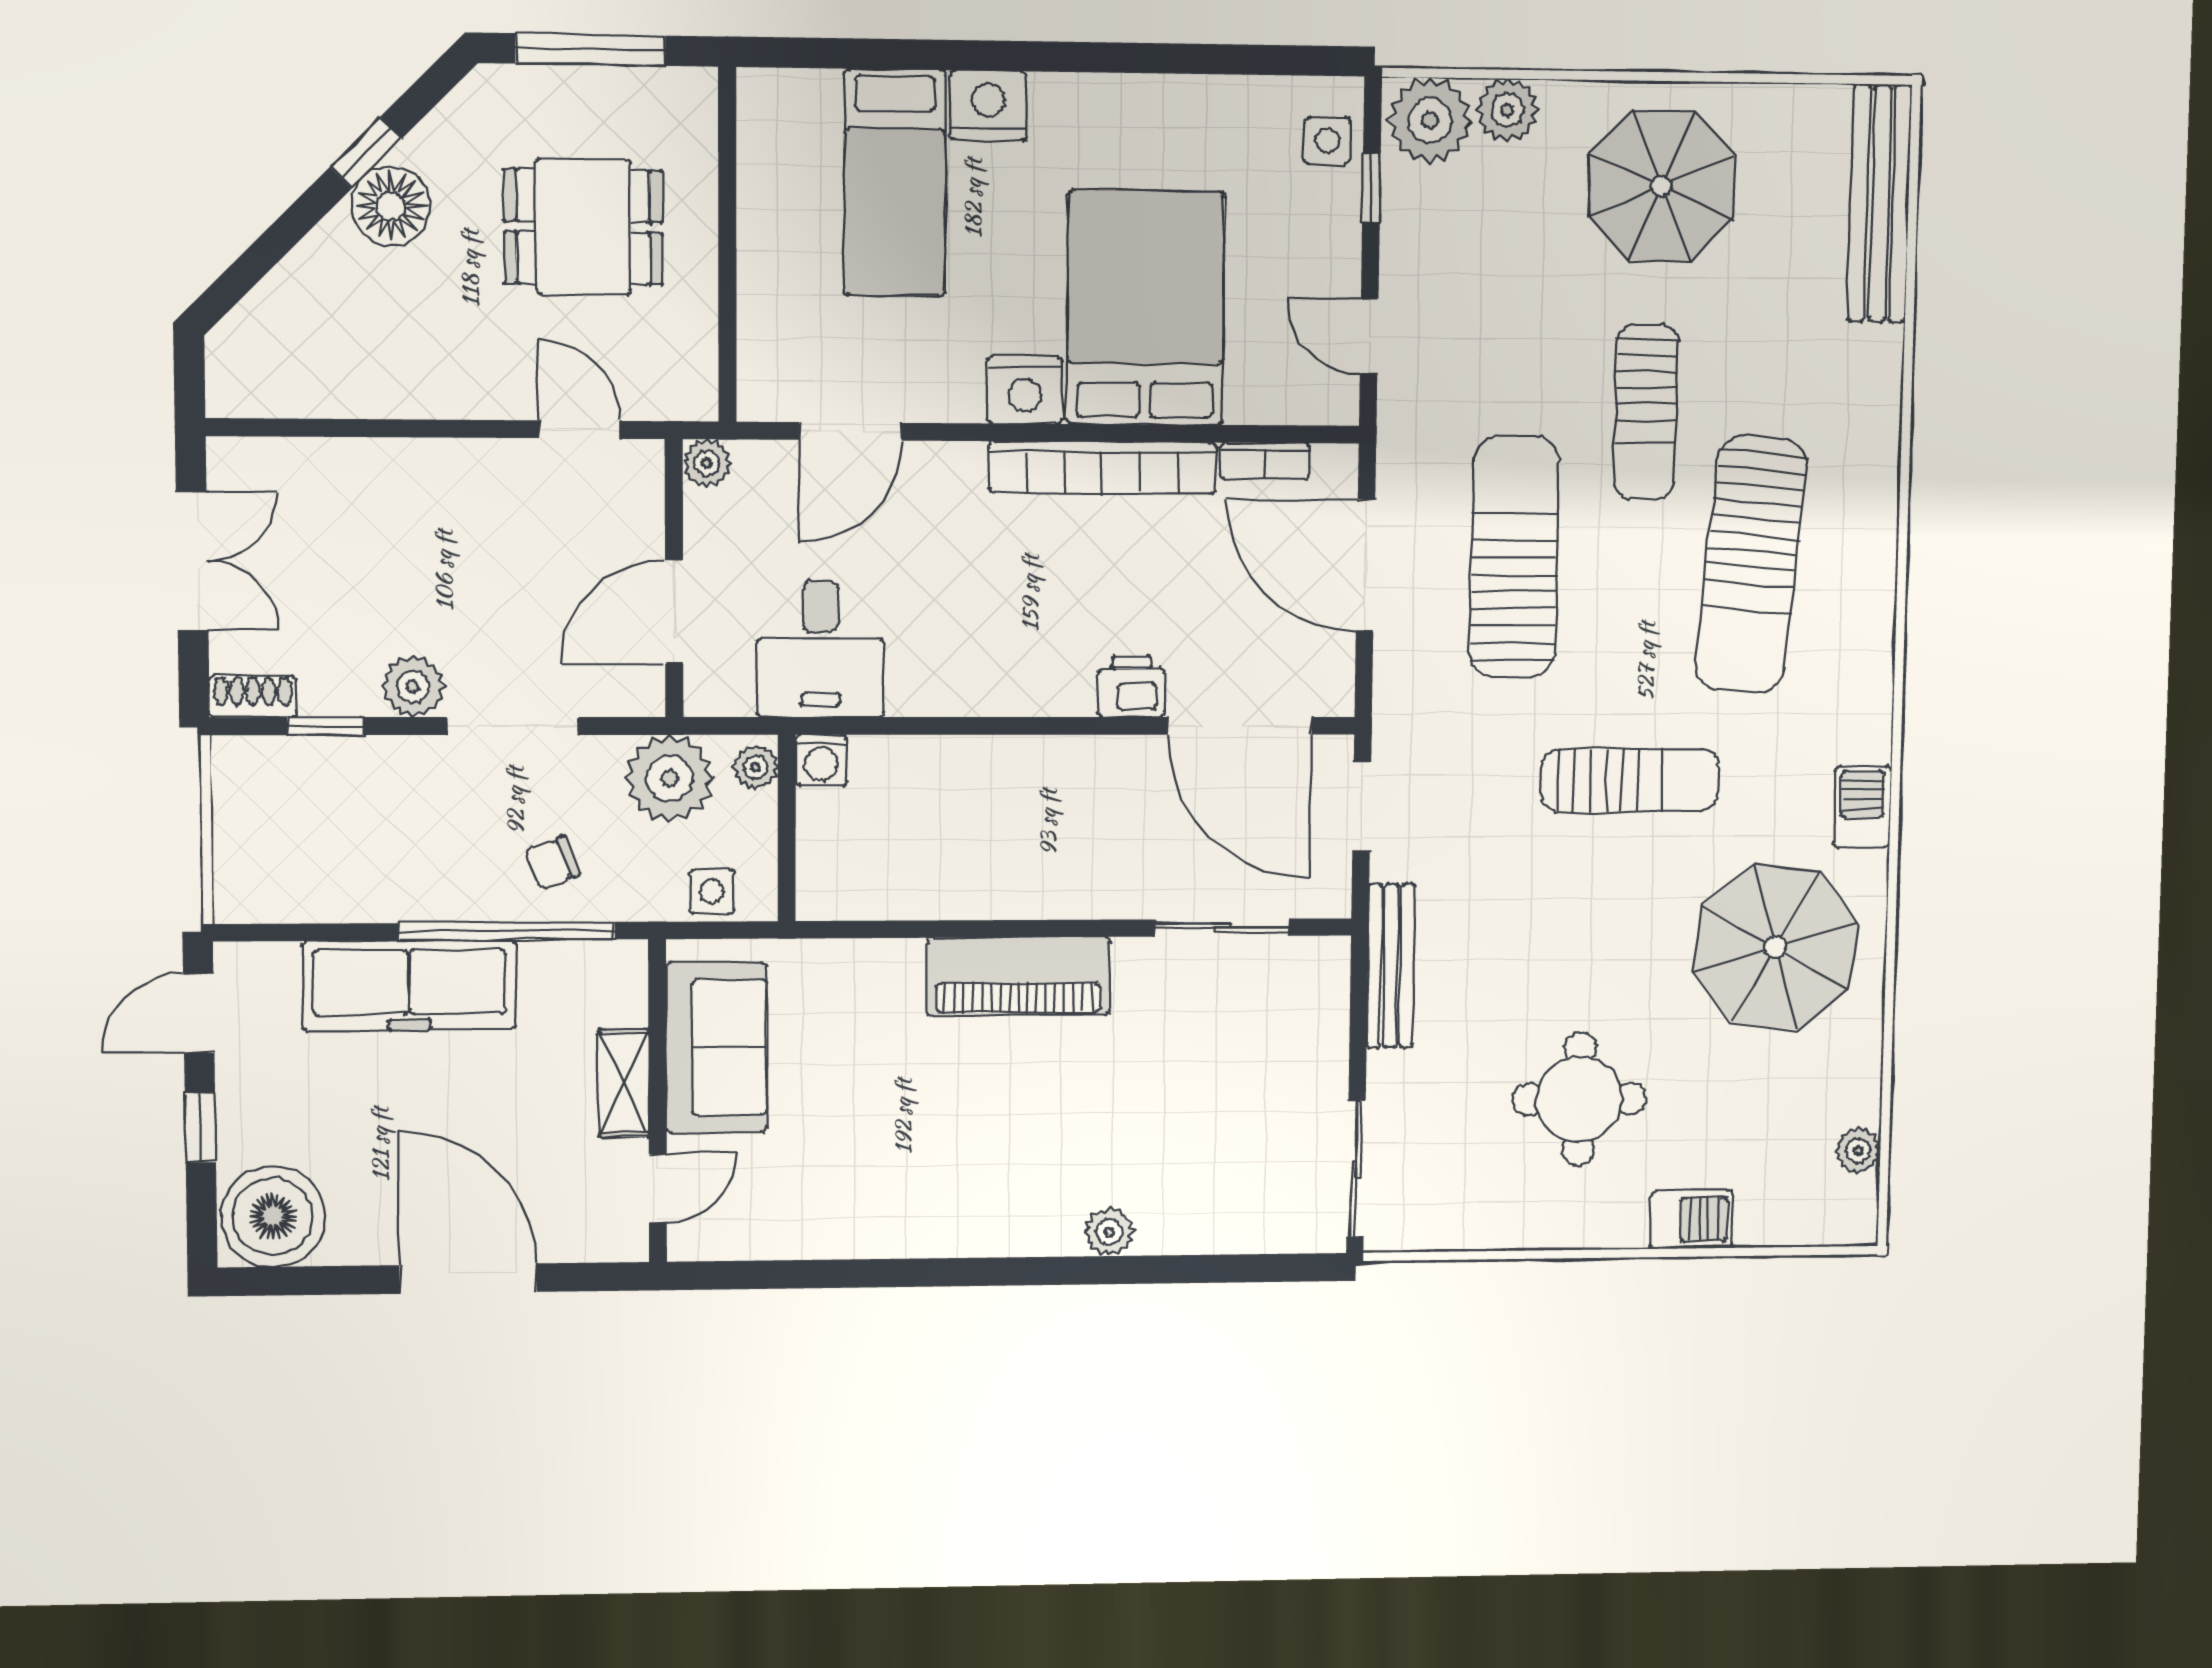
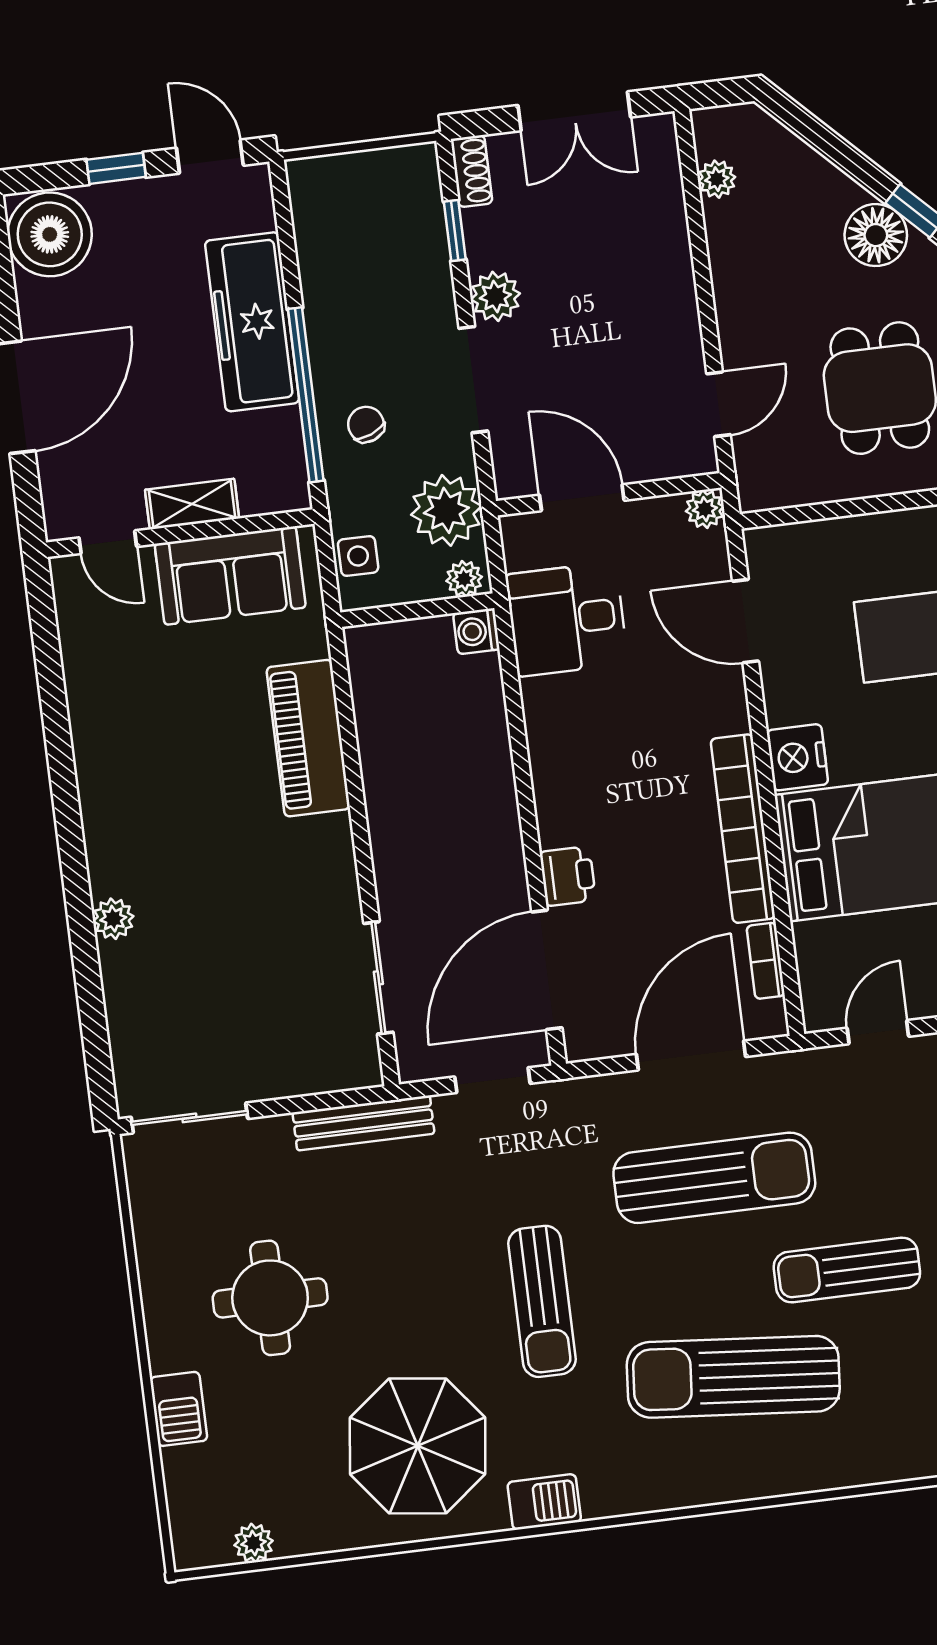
plant: (298, 395) -> (717, 179), added
piano: (1019, 977) -> (308, 738), moved

